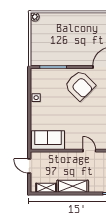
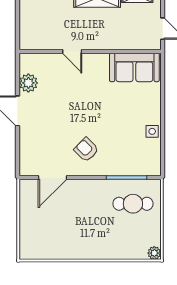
cafe table: (49, 50) -> (133, 204), added
armchair: (80, 85) -> (86, 150), width x0.53, depth x0.53

